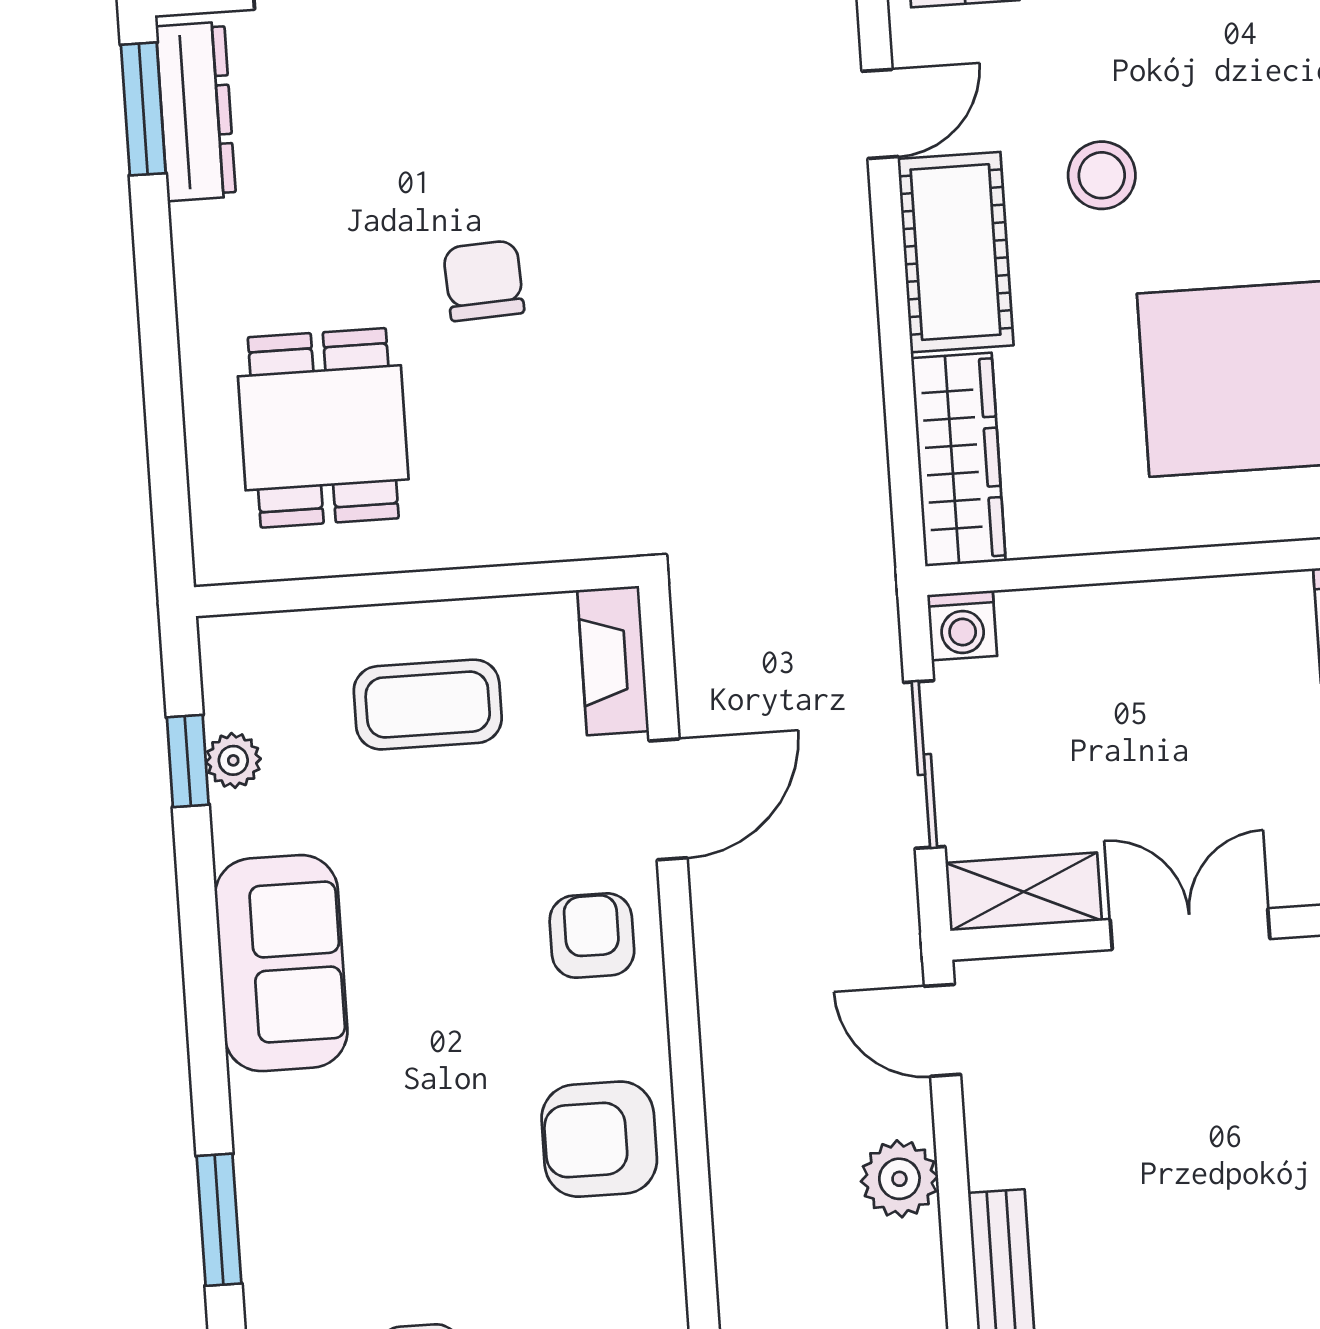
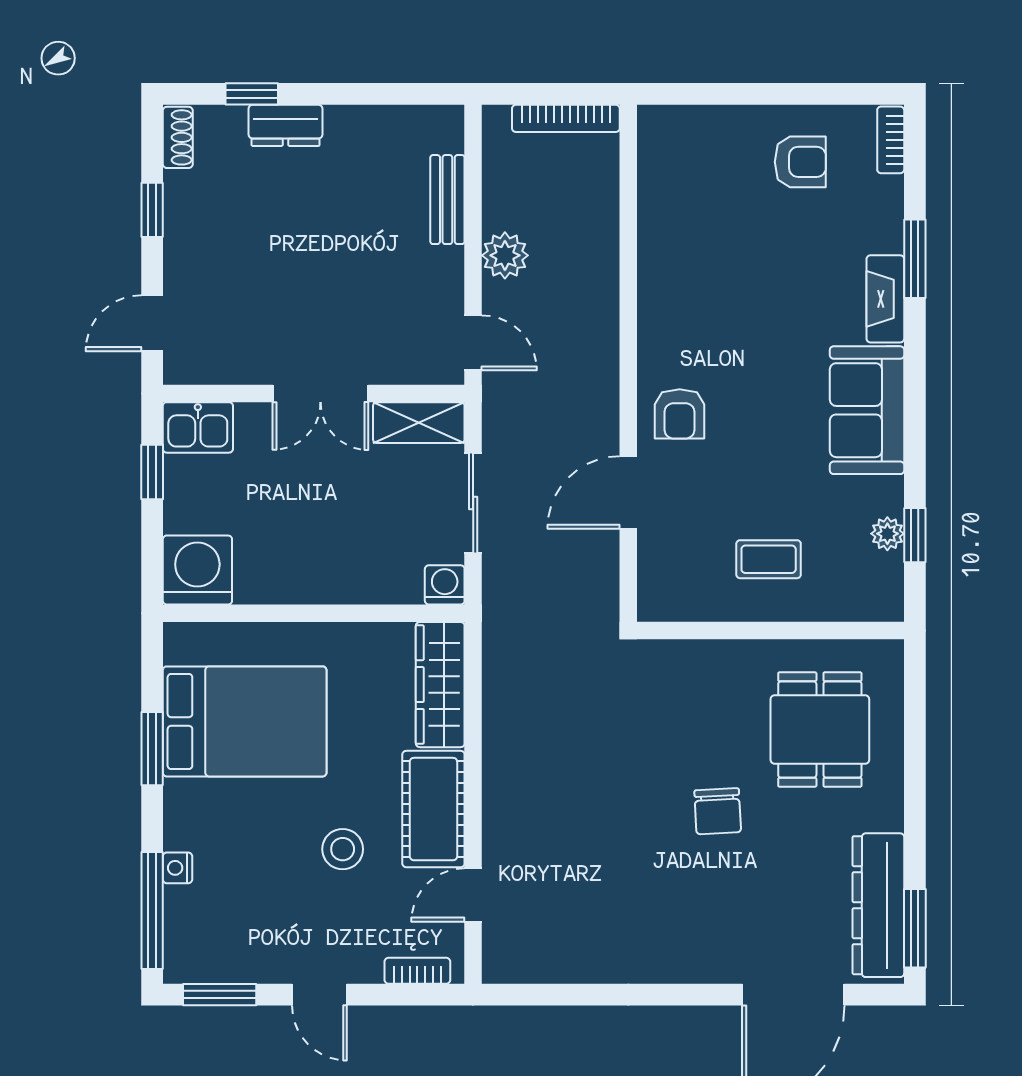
dresser: (196, 111) -> (878, 905), width x1.37, depth x1.24
fireplace: (613, 661) -> (885, 299), moved, turned 180
coffee table: (428, 705) -> (769, 559), width x0.73, depth x0.77
armchair: (599, 1139) -> (683, 292), removed

